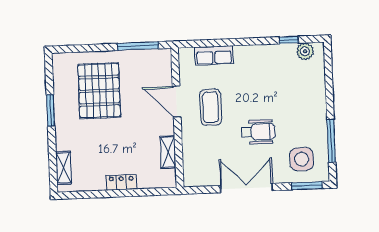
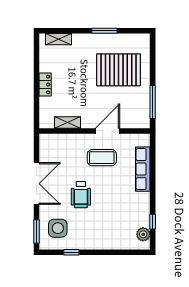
row of seats: (214, 55) -> (143, 169), width x1.48
window: (331, 141) -> (71, 252), width x0.46

